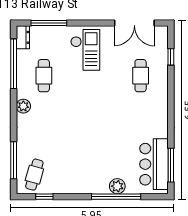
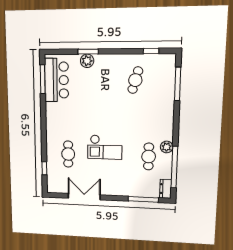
double door: (134, 23) -> (84, 197), moved
checkout: (85, 50) -> (105, 147), moved, turned -90
plant: (23, 106) -> (167, 147), moved
cafe table: (34, 175) -> (135, 80), moved
window: (116, 197) -> (88, 52), width x0.47

